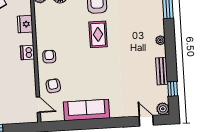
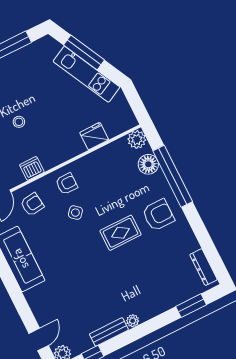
plant: (160, 40) -> (133, 321), moved
dishwasher: (27, 52) -> (32, 168), moved
side table: (71, 59) -> (75, 213), added

